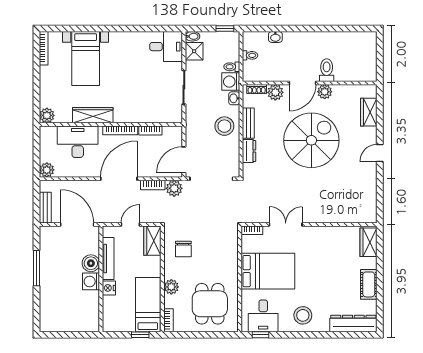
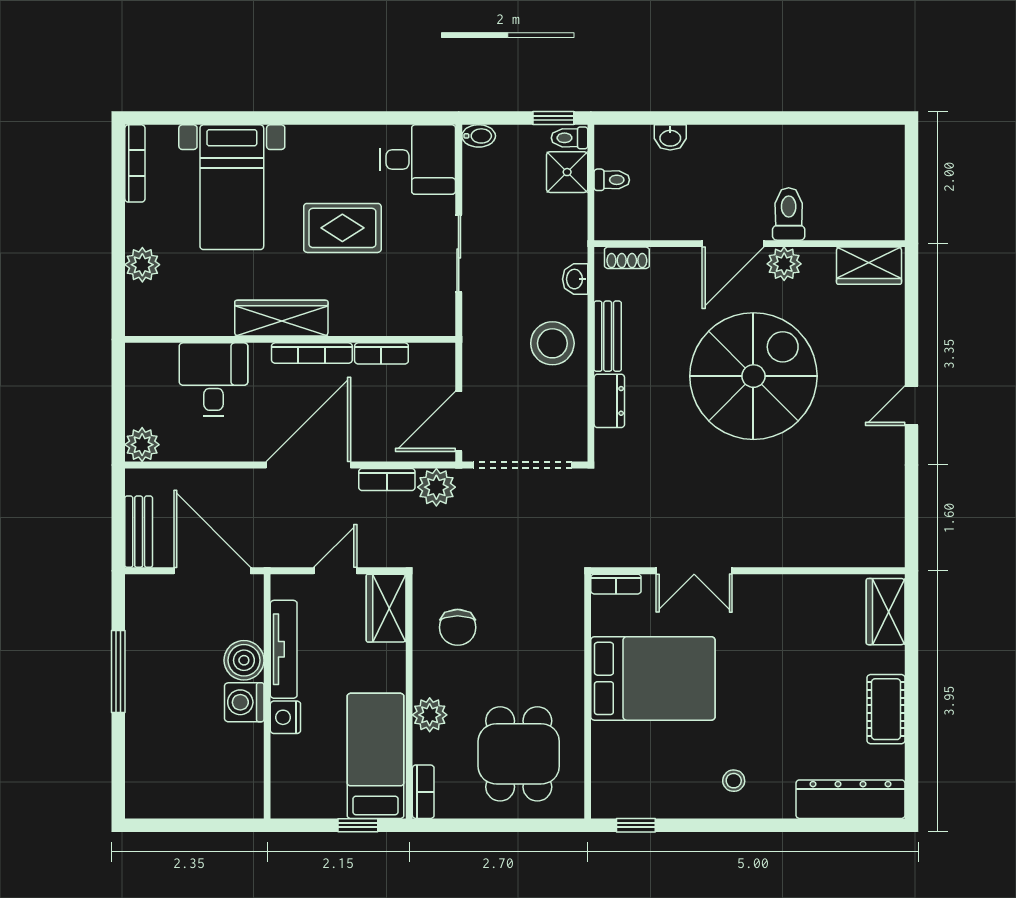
shower: (194, 51) -> (567, 172), moved
toilet: (232, 67) -> (570, 138), moved
rug: (133, 76) -> (342, 228), added
washing machine: (231, 82) -> (567, 241), removed
plant: (275, 92) -> (670, 265), removed
wardrobe: (369, 112) -> (869, 266), moved, turned -90
plant: (47, 115) -> (142, 265), moved
wardrobe: (93, 115) -> (281, 318), moved
desk: (78, 142) -> (213, 379), width x0.73
double door: (286, 225) -> (694, 571), swing flipped
stool: (303, 315) -> (734, 781), width x0.53, depth x0.53
desk: (263, 316) -> (642, 782), removed

